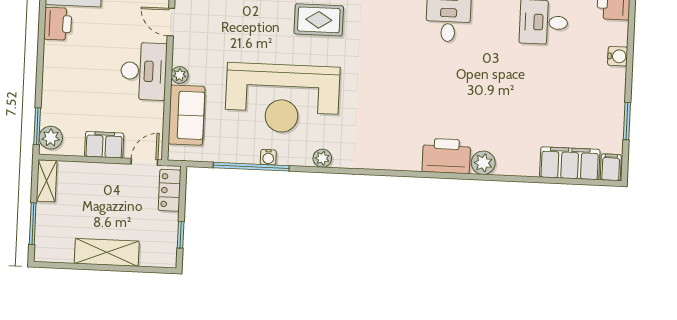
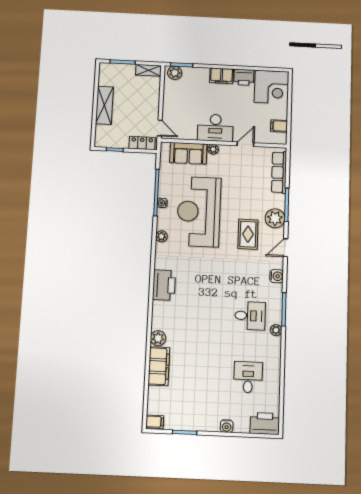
filing cabinet: (104, 145) -> (222, 76), moved, turned 90
printer: (446, 156) -> (164, 285), moved
filing cabinet: (570, 163) -> (159, 366), moved

